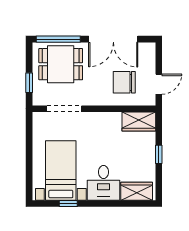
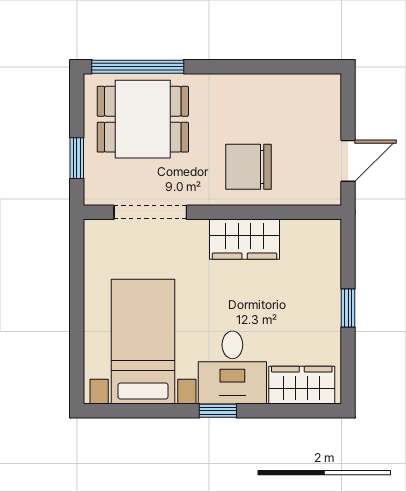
double door: (113, 39) -> (253, 67), removed
chair: (124, 82) -> (248, 167), moved
wardrobe: (139, 122) -> (245, 239), moved
window: (68, 203) -> (218, 411), moved

